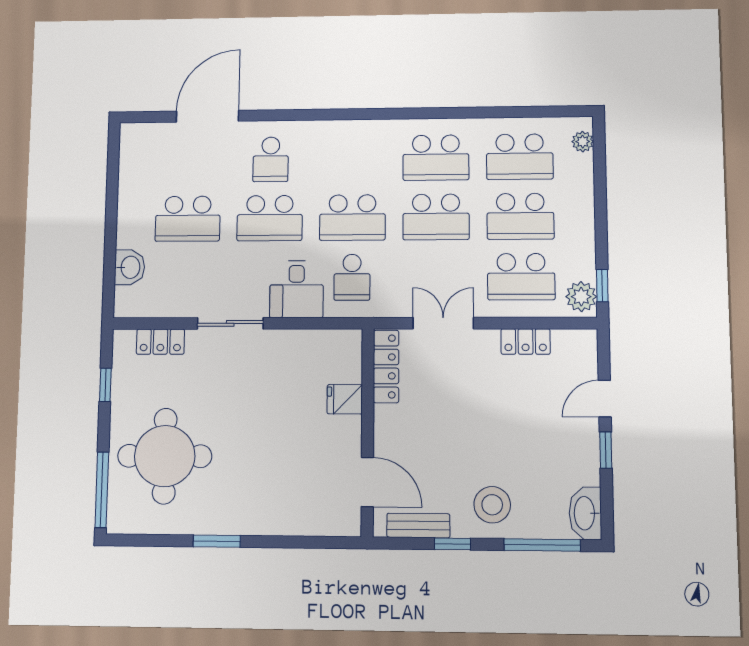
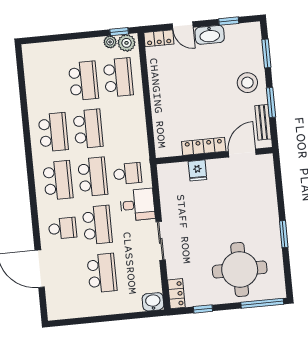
plant: (583, 142) -> (110, 42), moved
school desk: (520, 157) -> (58, 180), moved
washbasin: (130, 267) -> (153, 302), moved
double door: (443, 323) -> (149, 119), removed
locker: (526, 341) -> (159, 38), moved, turned 90
locker: (160, 342) -> (176, 294), moved
locker: (386, 366) -> (204, 146), moved
window: (606, 450) -> (229, 21), moved
washbasin: (585, 513) -> (210, 35), moved
window: (452, 544) -> (271, 103), width x1.50
window: (542, 545) -> (266, 53), width x0.69

